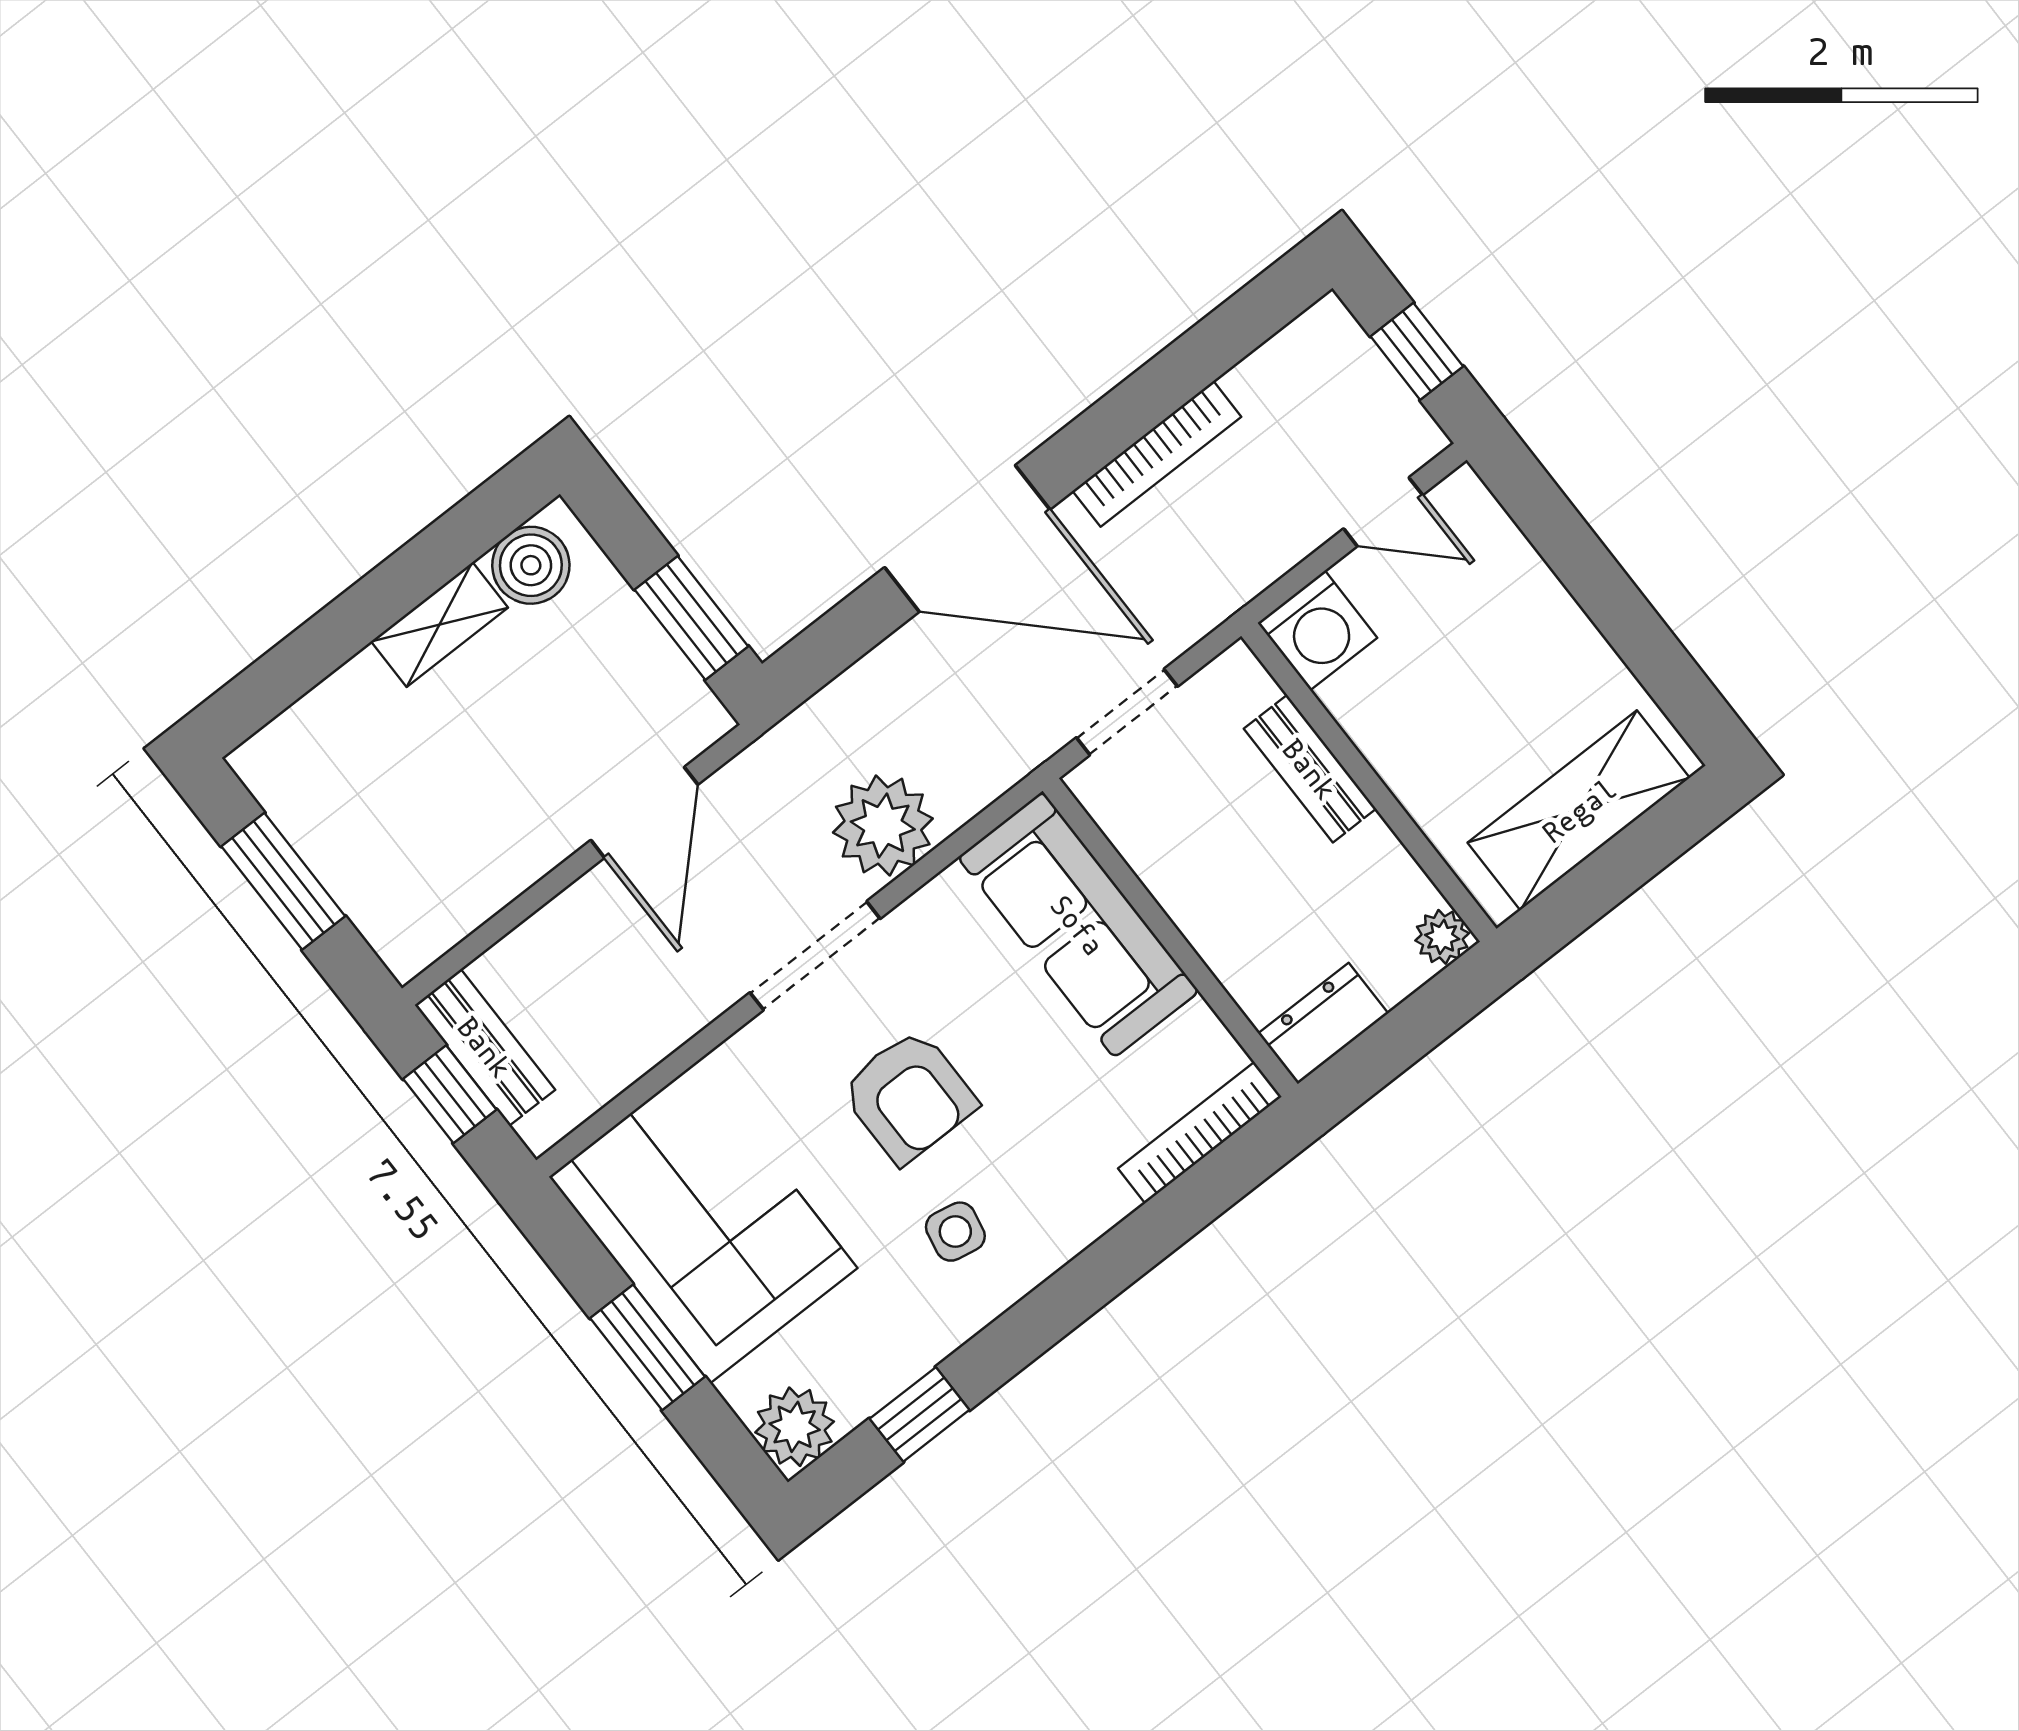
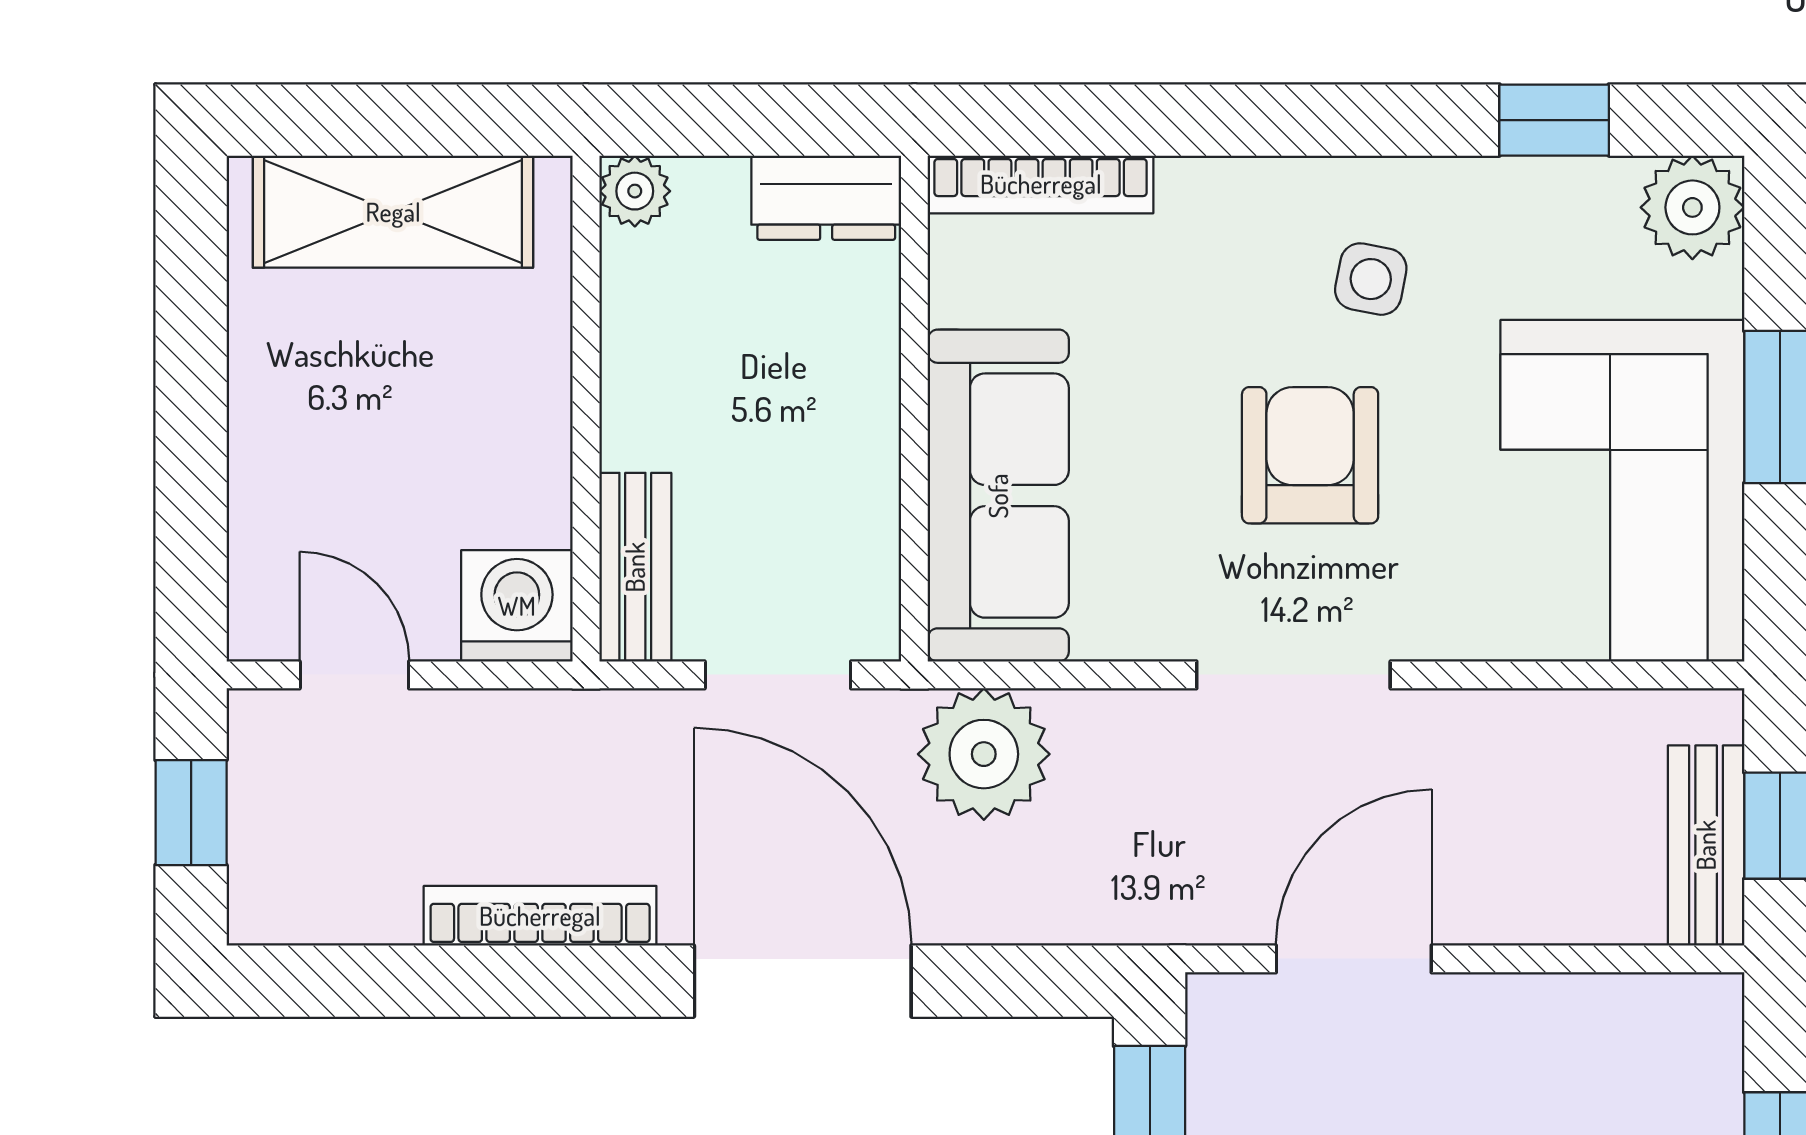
bench: (1310, 769) -> (635, 567), moved
plant: (883, 826) -> (984, 754), moved

